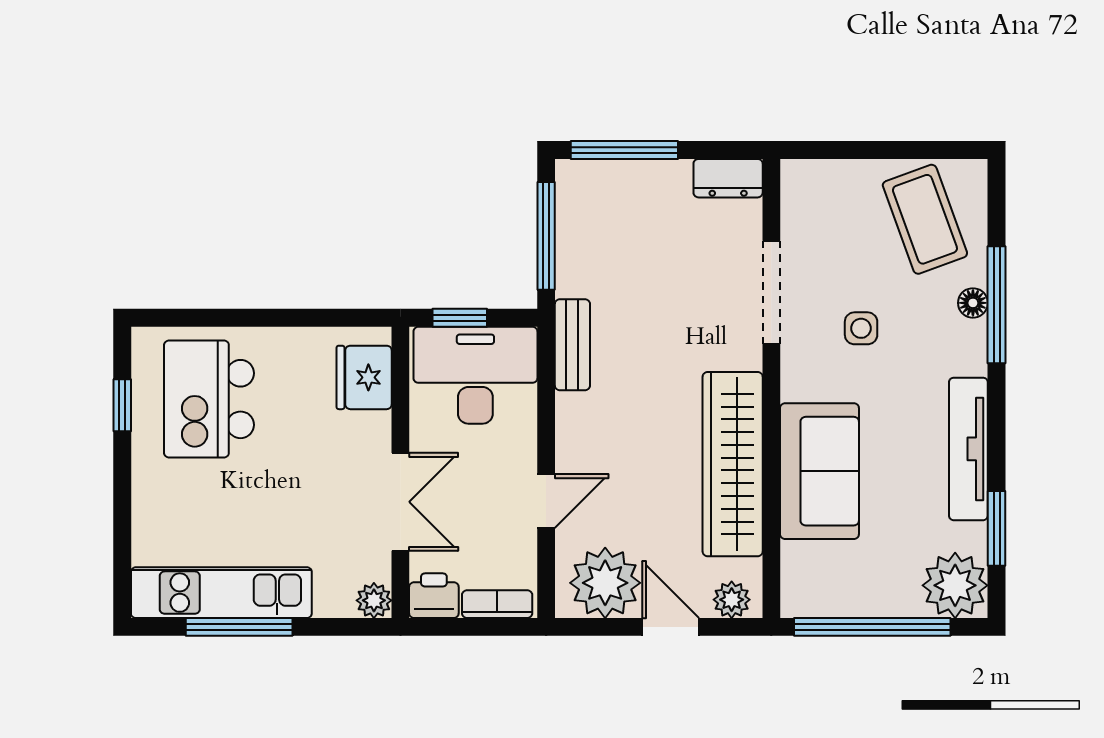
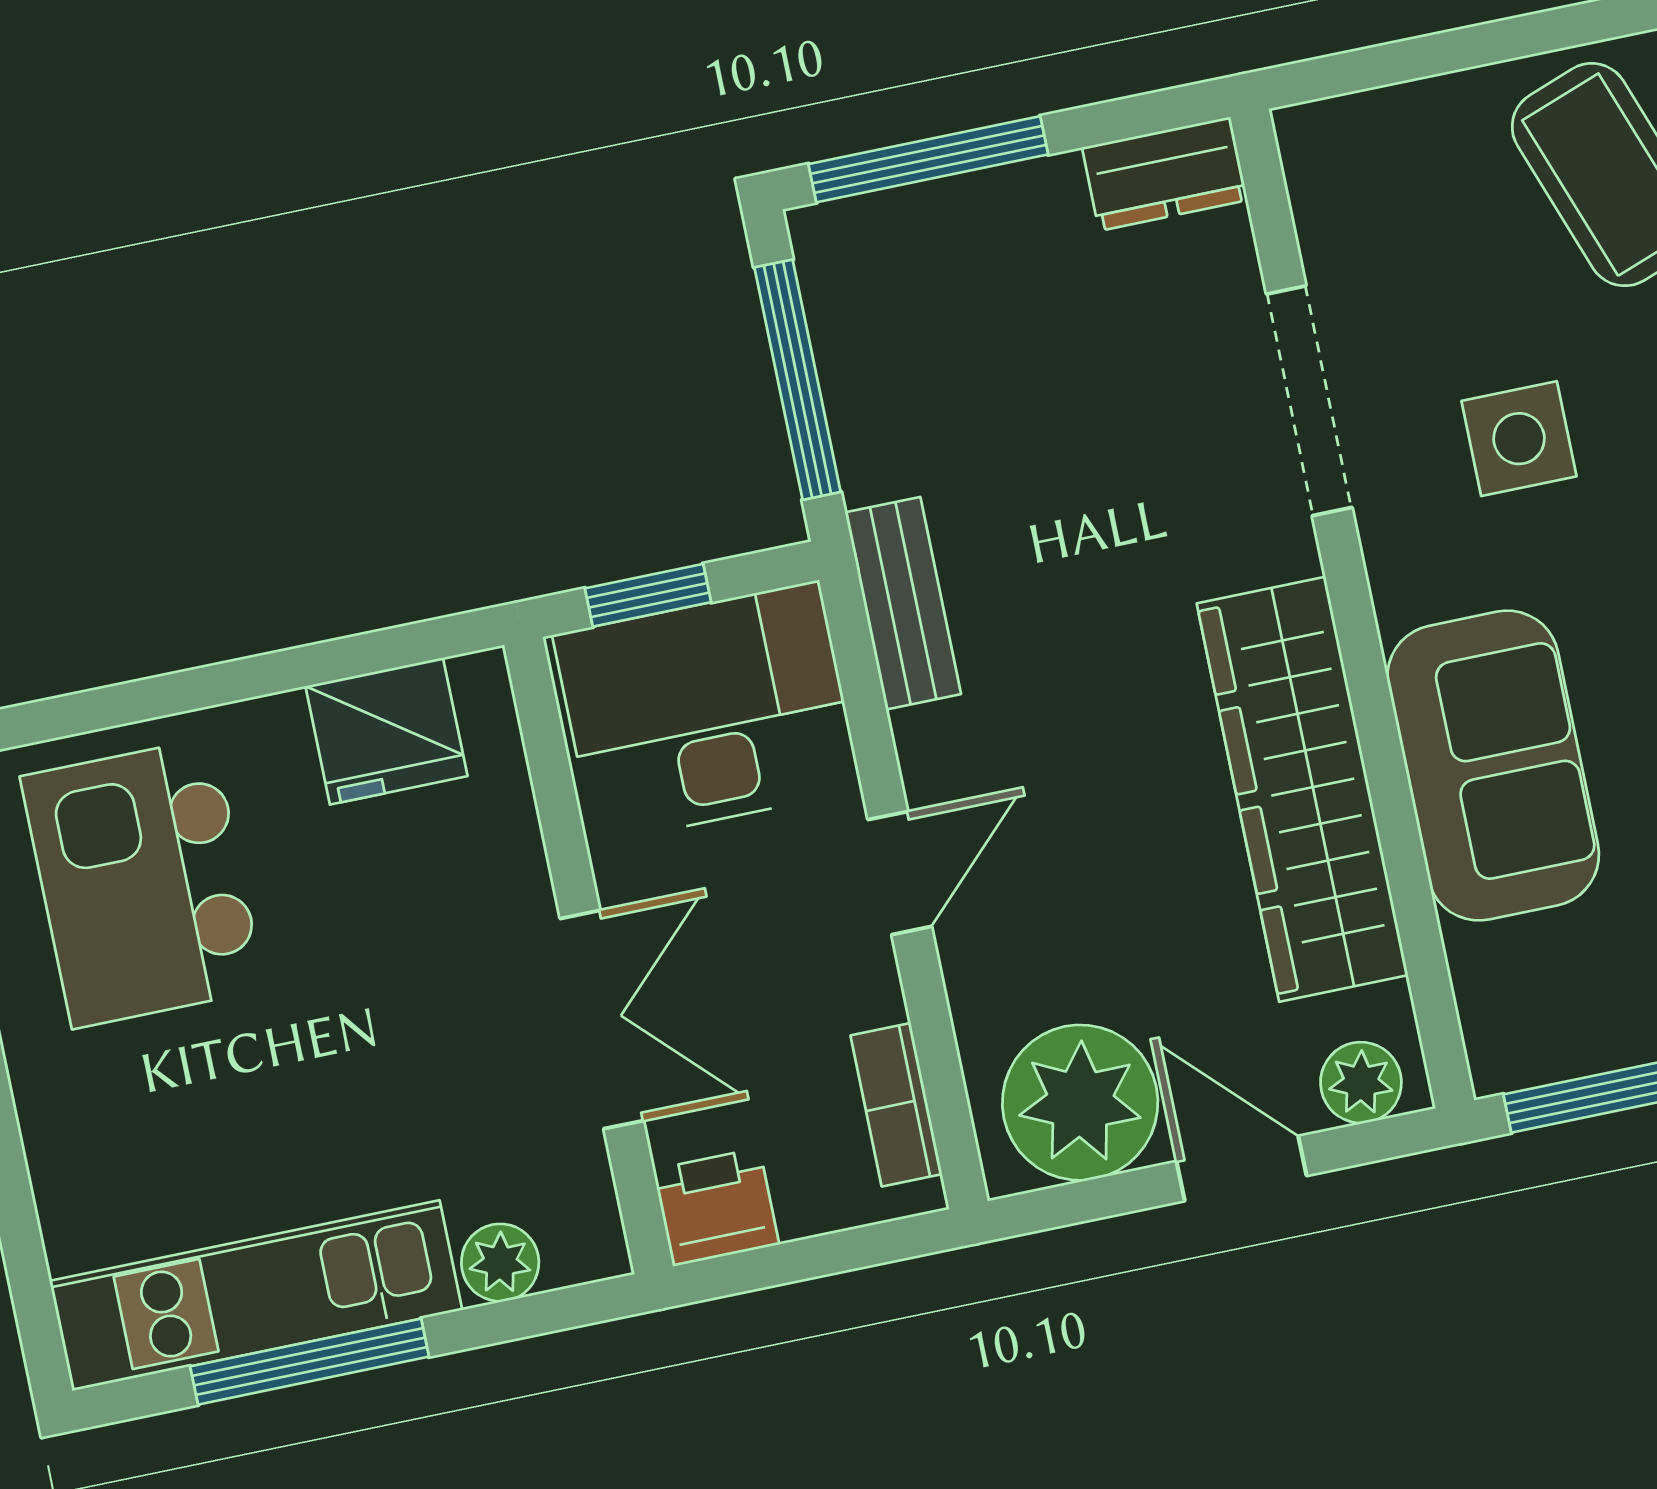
side table: (861, 328) -> (1519, 439), width x1.37, depth x1.37
fridge: (364, 377) -> (386, 731), moved, turned -90
door: (546, 501) -> (900, 873), moved
plant: (374, 600) -> (500, 1263), moved
bookcase: (497, 604) -> (896, 1105), moved, turned -90

